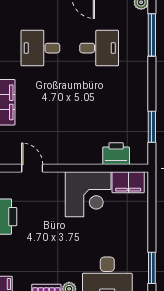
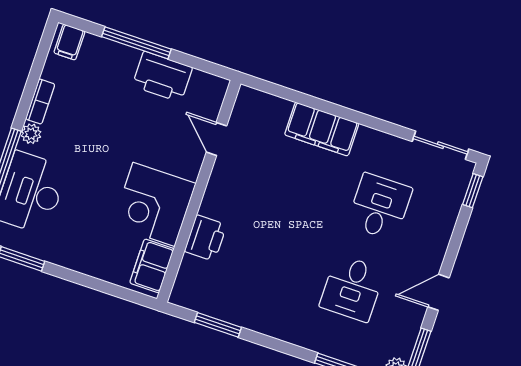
printer: (116, 154) -> (206, 238), moved
door: (32, 168) -> (216, 139), swing flipped

